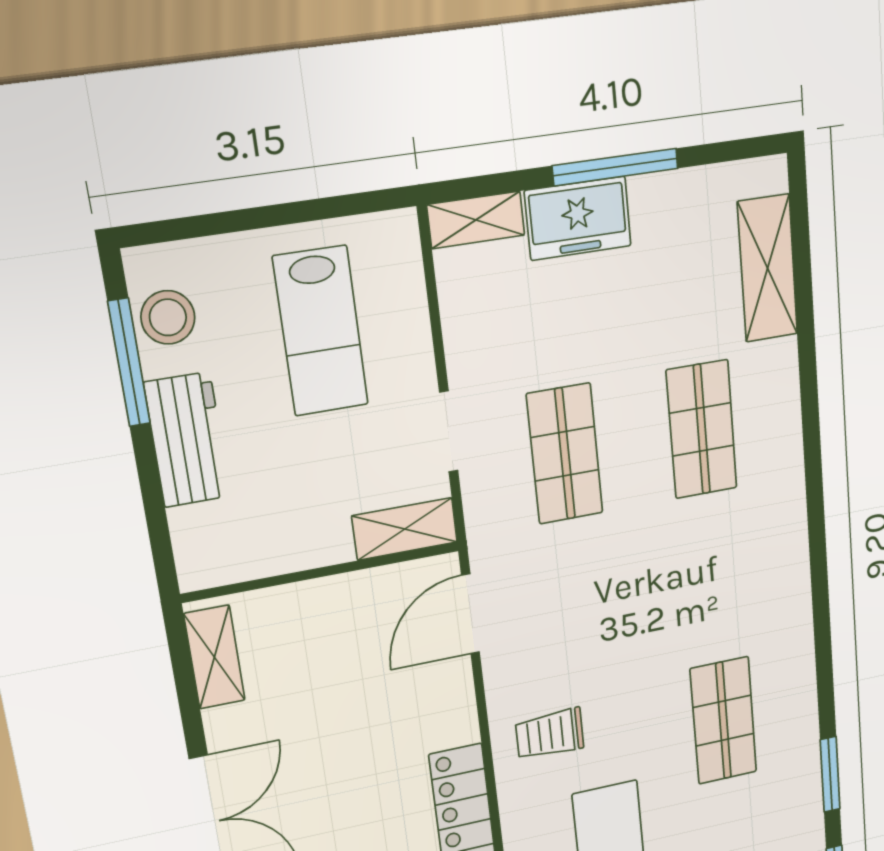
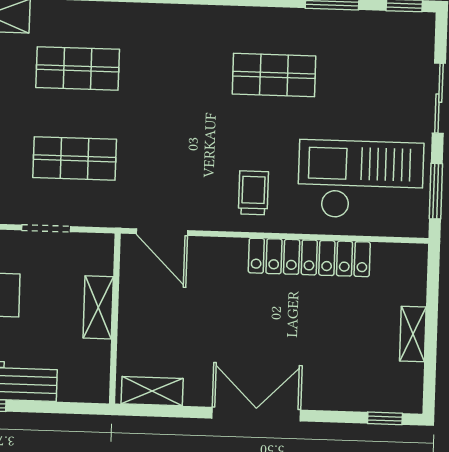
shelving: (405, 529) -> (98, 307), moved
trolley: (550, 734) -> (253, 193), turned 180

